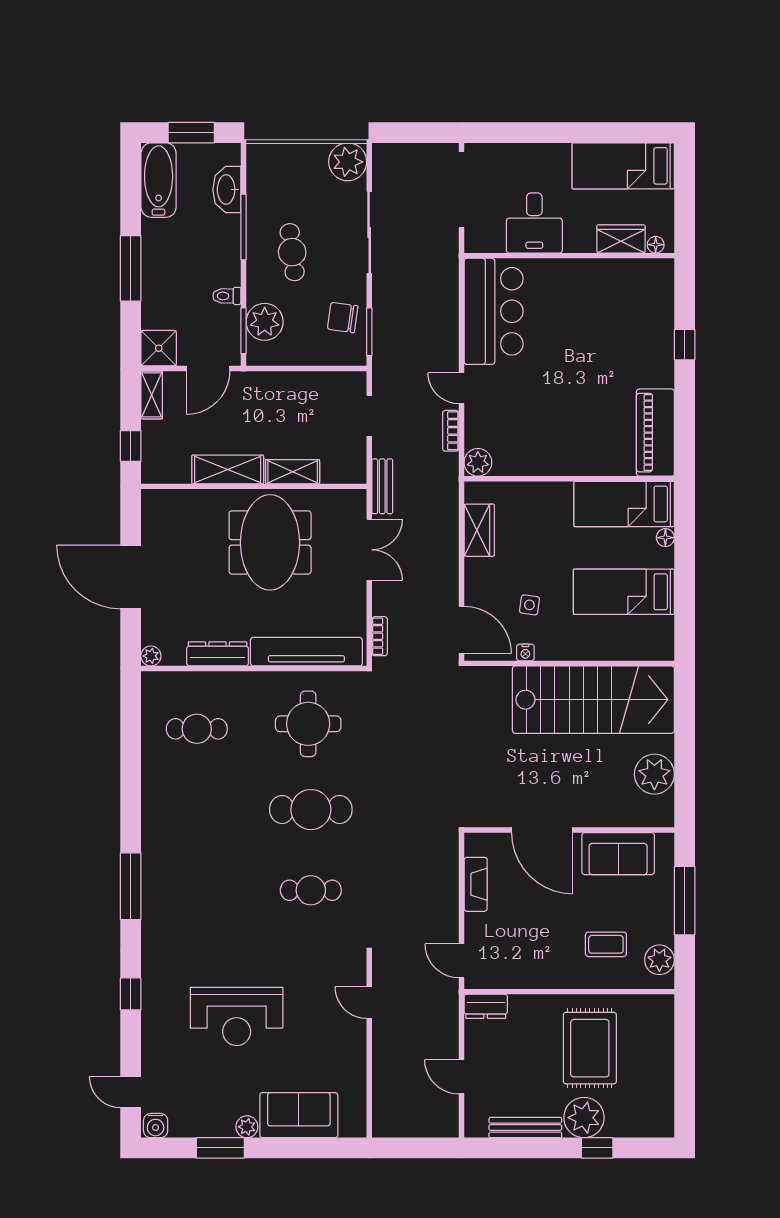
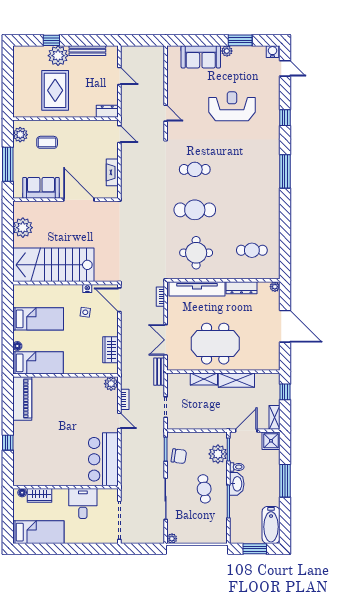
plant: (348, 162) -> (172, 539), width x0.53, depth x0.53
washbasin: (227, 190) -> (237, 484), moved
meeting table: (270, 542) -> (215, 344), turned 90

